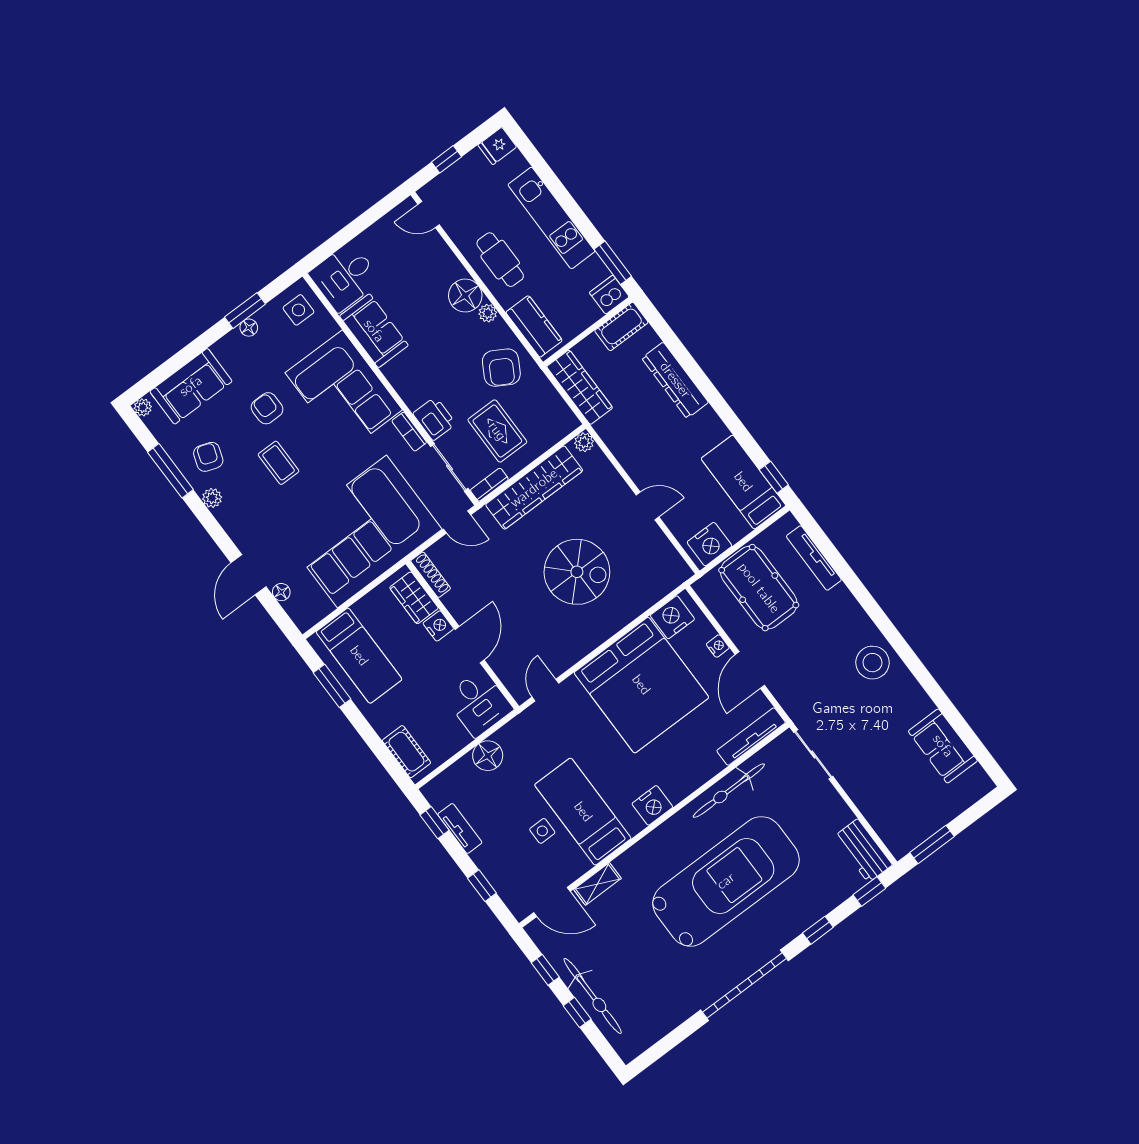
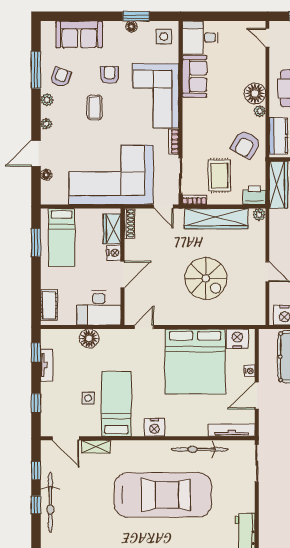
plant: (143, 407) -> (46, 124), moved
printer: (434, 419) -> (254, 195), moved, turned -90
desk: (479, 703) -> (99, 308), width x1.37

